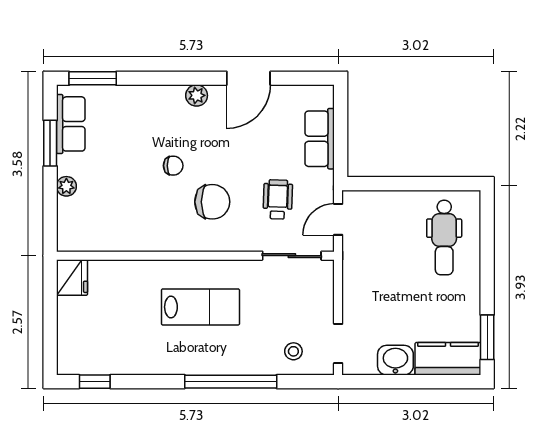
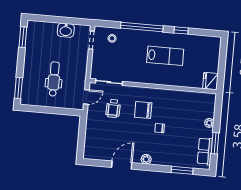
window: (93, 78) -> (182, 170), moved
row of seats: (320, 139) -> (92, 135), removed
window: (487, 226) -> (18, 88), added
dental chair: (444, 237) -> (54, 79), moved
lab bench: (200, 307) -> (165, 56), moved, turned 180
kitchen counter: (448, 359) -> (42, 29), removed
window: (95, 382) -> (181, 30), moved

